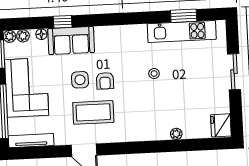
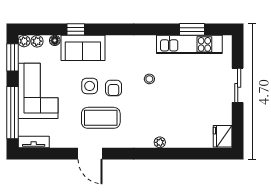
stool: (154, 74) -> (149, 79), moved
plant: (176, 134) -> (160, 142), moved
tv unit: (31, 141) -> (34, 142), width x0.71

